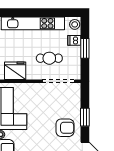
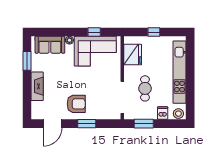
window: (85, 48) -> (144, 124), moved
armchair: (65, 128) -> (76, 104), turned -90

